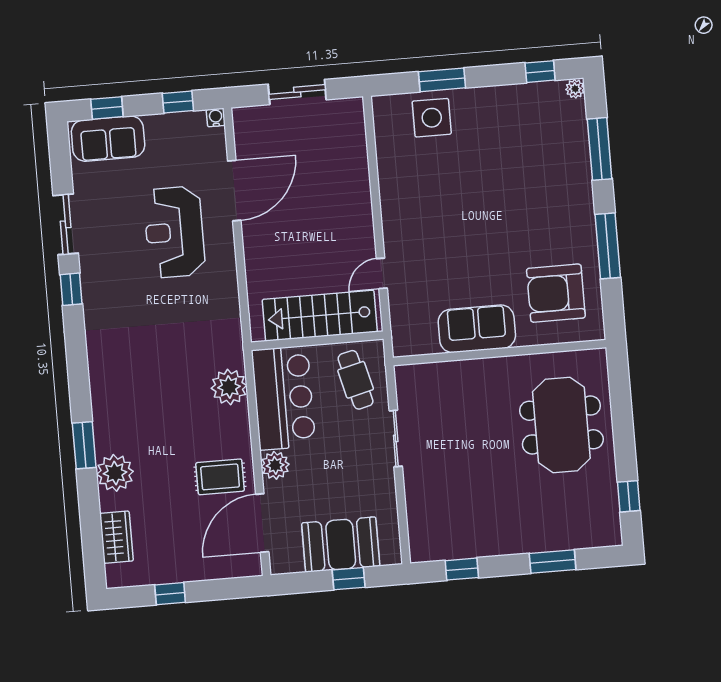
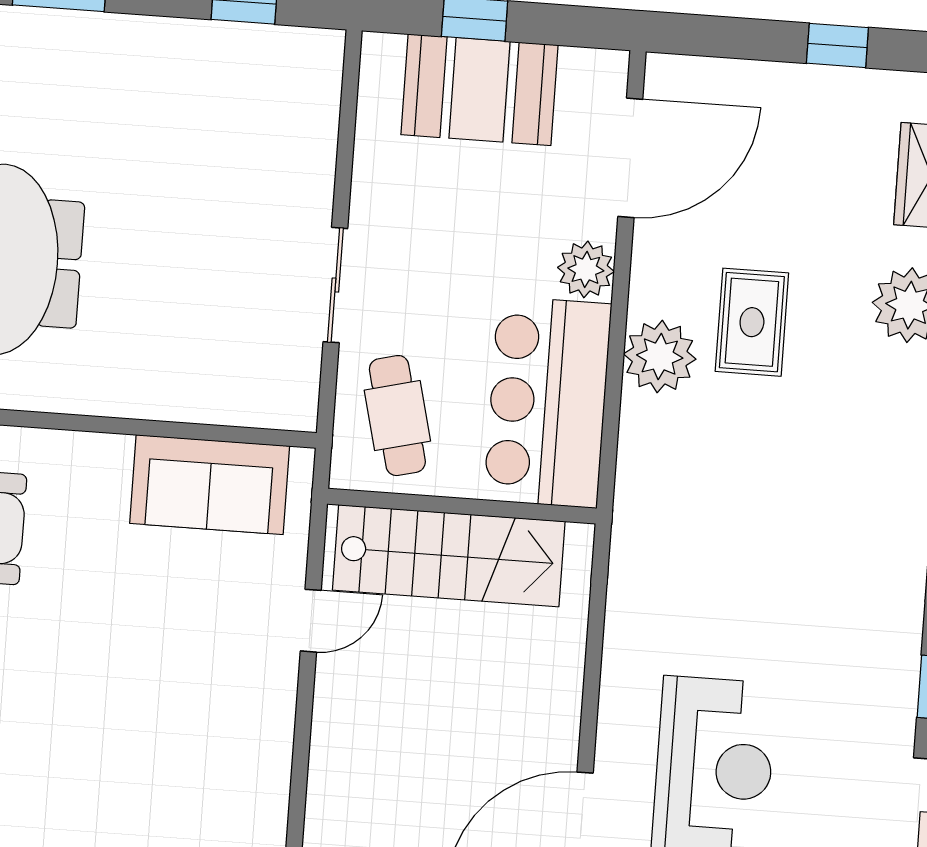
sofa: (477, 329) -> (210, 485), moved
plant: (229, 387) -> (660, 357), moved
rug: (220, 477) -> (752, 322), moved, turned 90

